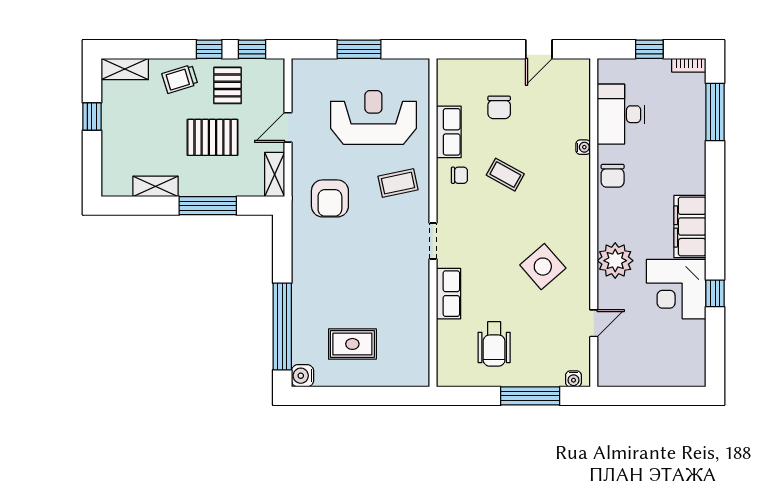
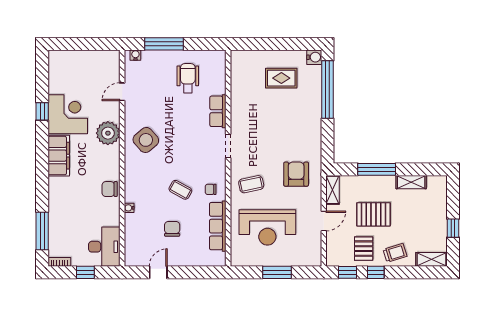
chair: (499, 107) -> (172, 229), moved
desk: (621, 114) -> (104, 247), moved
row of seats: (449, 132) -> (218, 226), width x1.48
chair: (613, 176) -> (110, 189), turned -90
side table: (543, 267) -> (146, 140), moved

